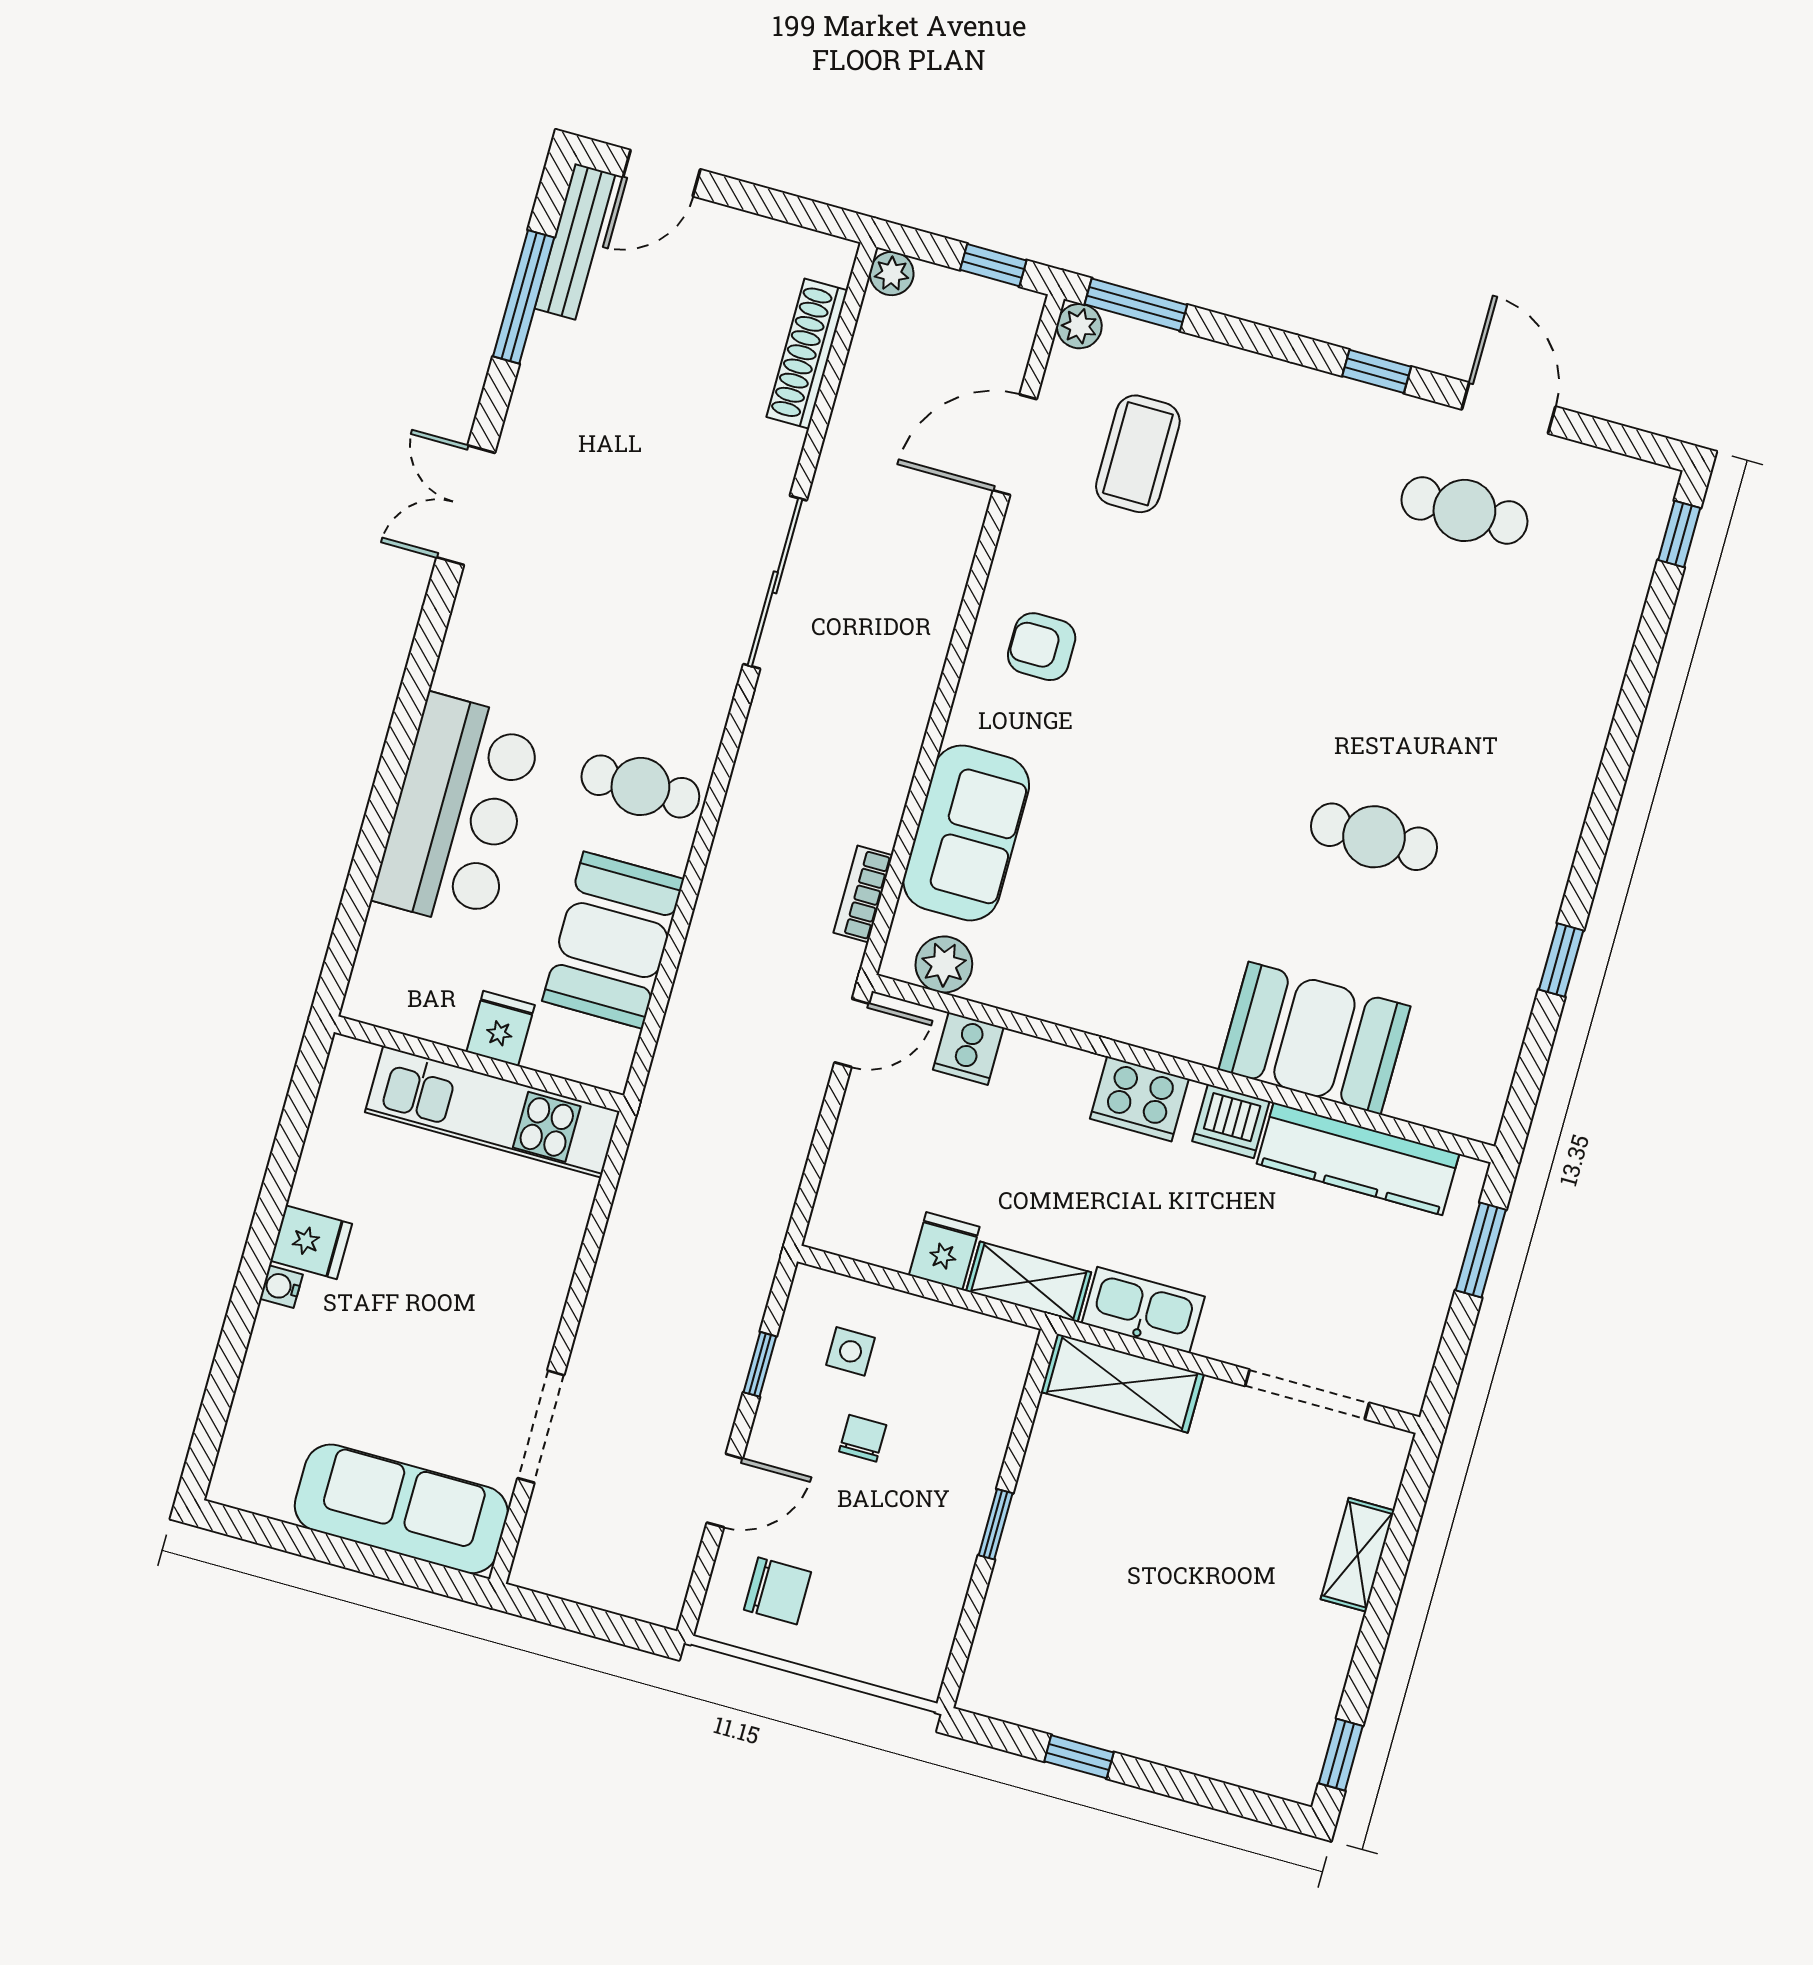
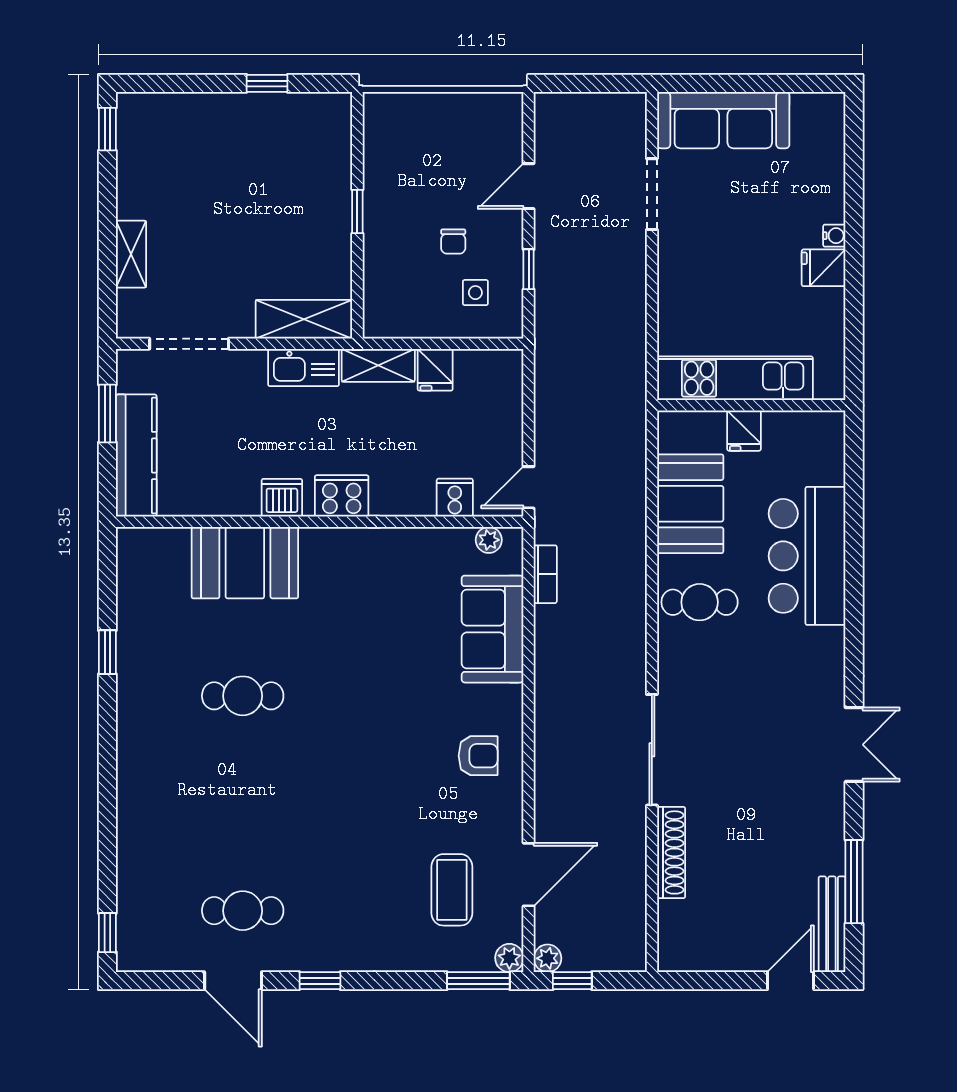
plant: (892, 274) -> (548, 958), moved
shoe rack: (807, 354) -> (671, 852), moved
plant: (944, 965) -> (489, 540), width x0.73, depth x0.73
kitchen counter: (1358, 1159) -> (136, 456), moved, turned 90
window: (1481, 1250) -> (107, 414), moved
chair: (778, 1591) -> (479, 134), removed

